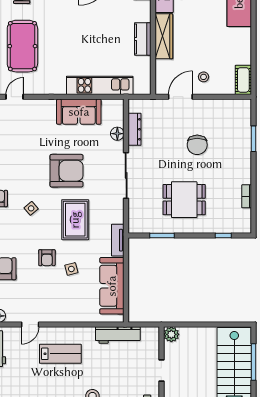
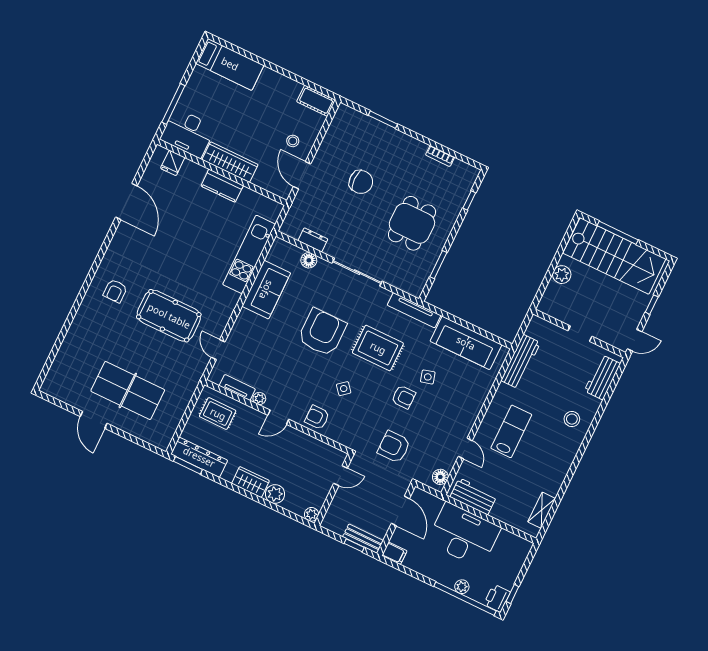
dresser: (135, 129) -> (313, 240), width x0.70
tv unit: (118, 240) -> (414, 310), width x1.41
plant: (171, 334) -> (562, 275), moved

